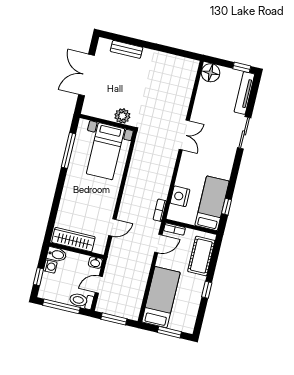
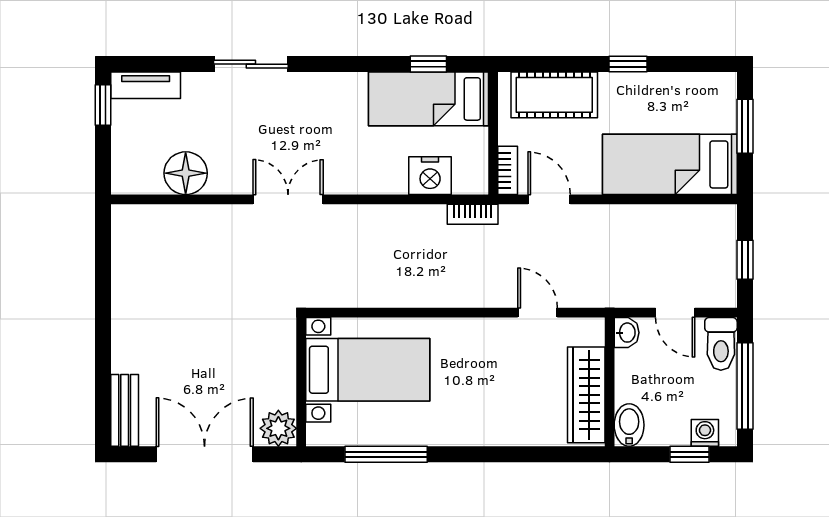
bench: (127, 49) -> (125, 410), moved
floor lamp: (211, 73) -> (186, 173), moved
double door: (86, 75) -> (205, 454), swing flipped
tv unit: (244, 93) -> (146, 85), width x0.71
plant: (122, 116) -> (278, 428), moved
washing machine: (50, 266) -> (705, 433), moved
window: (114, 319) -> (745, 260), width x0.67

